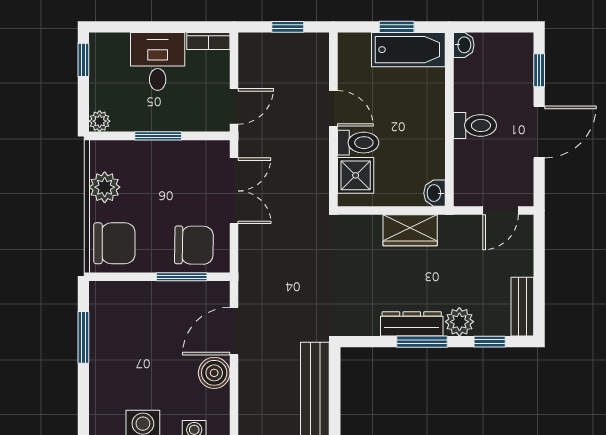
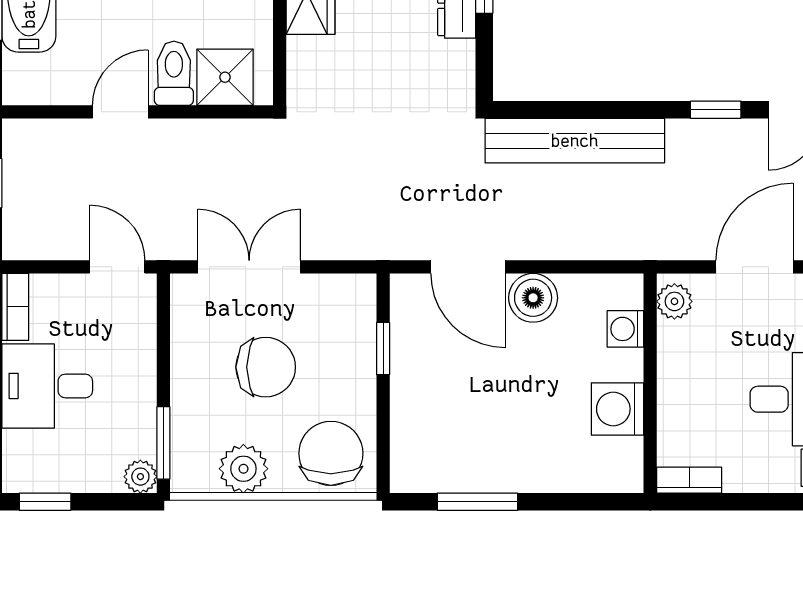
window: (158, 136) -> (163, 443), moved
chair: (194, 245) -> (266, 367), moved, turned 89
window: (182, 277) -> (383, 349), width x0.67

